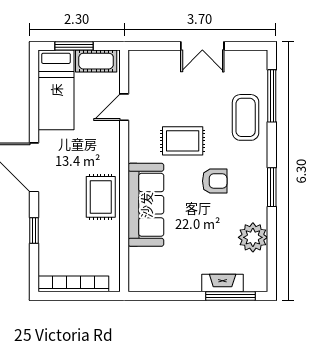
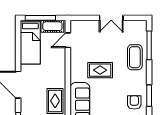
window: (74, 46) -> (40, 18), width x1.44
door: (124, 107) -> (68, 40), moved
armchair: (215, 181) -> (134, 102), moved, turned -90

